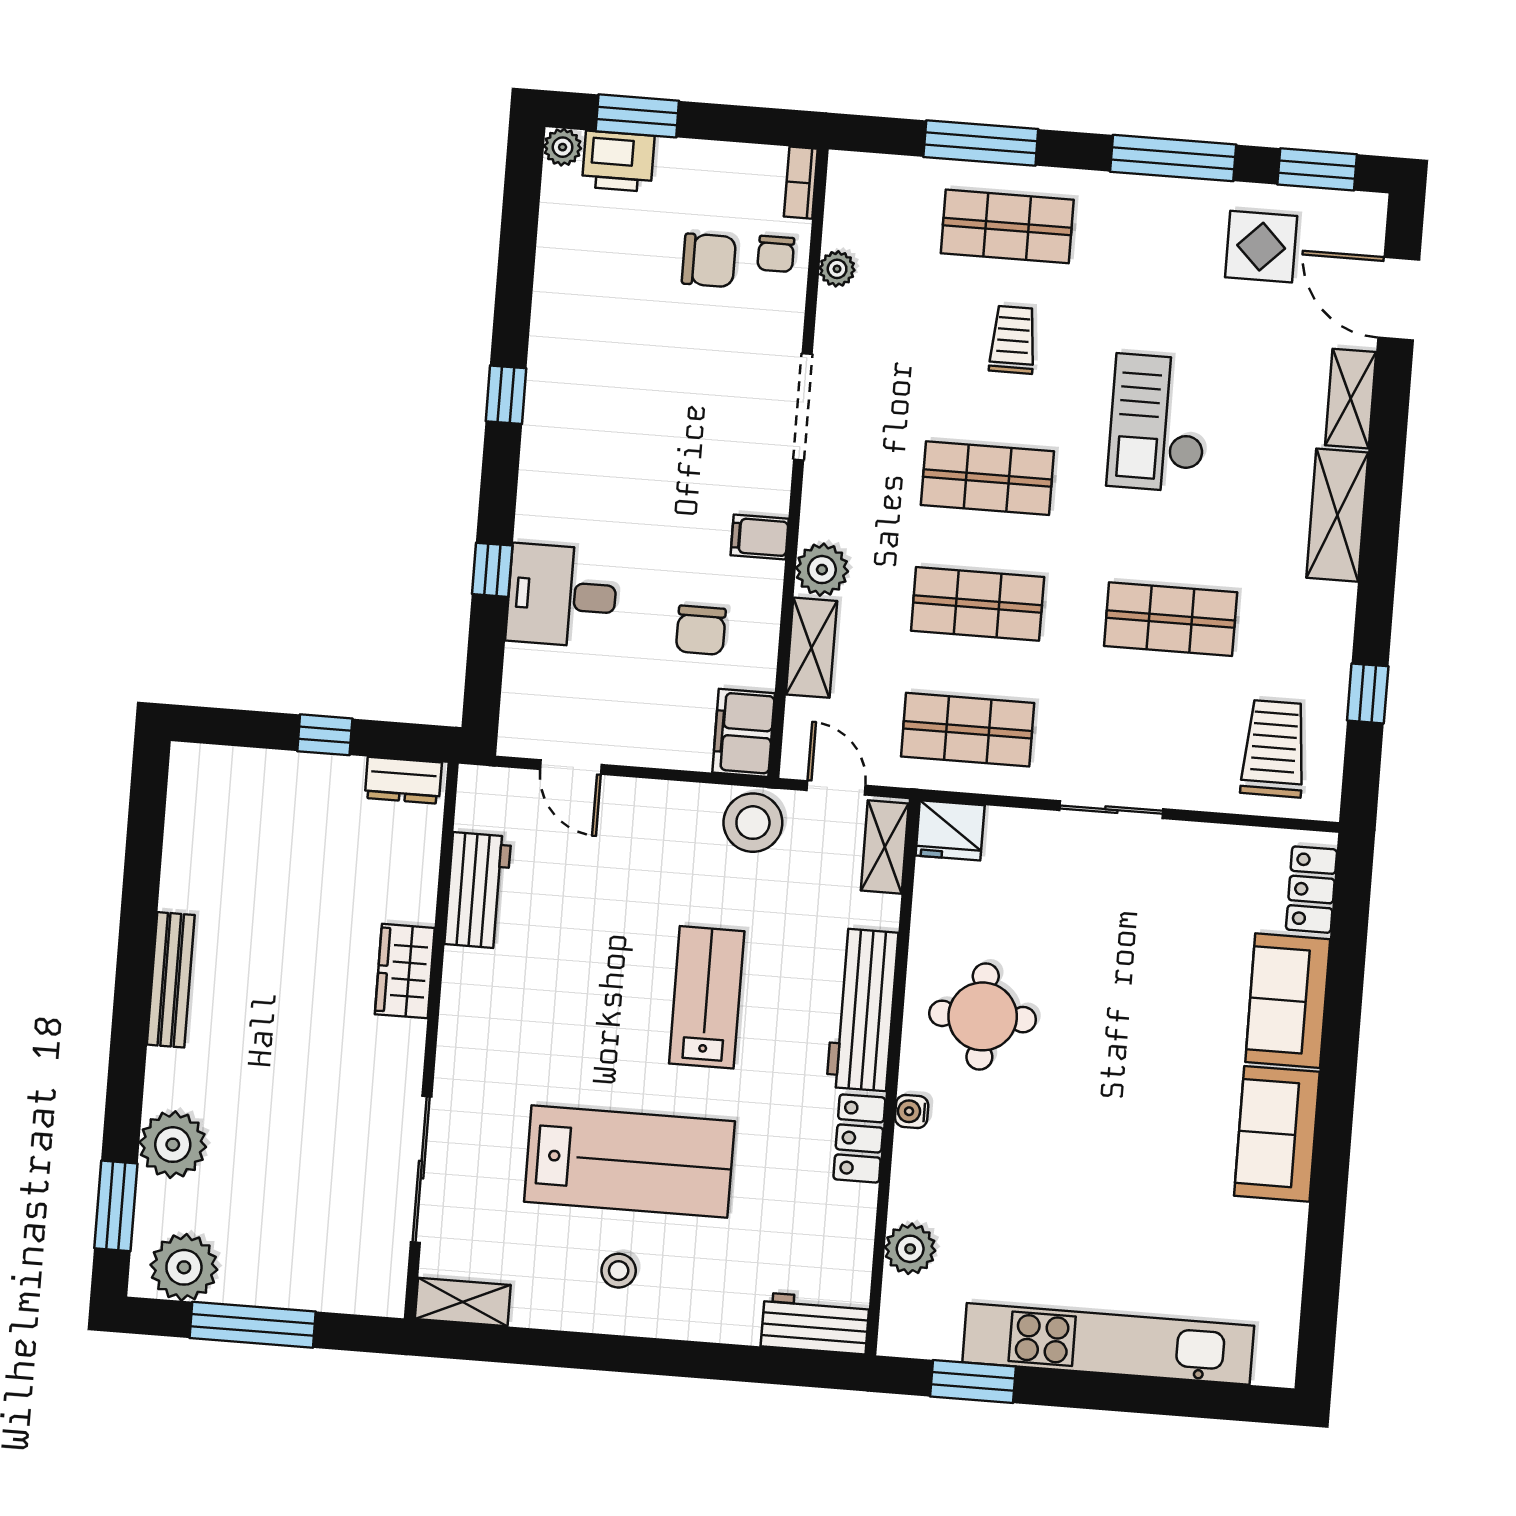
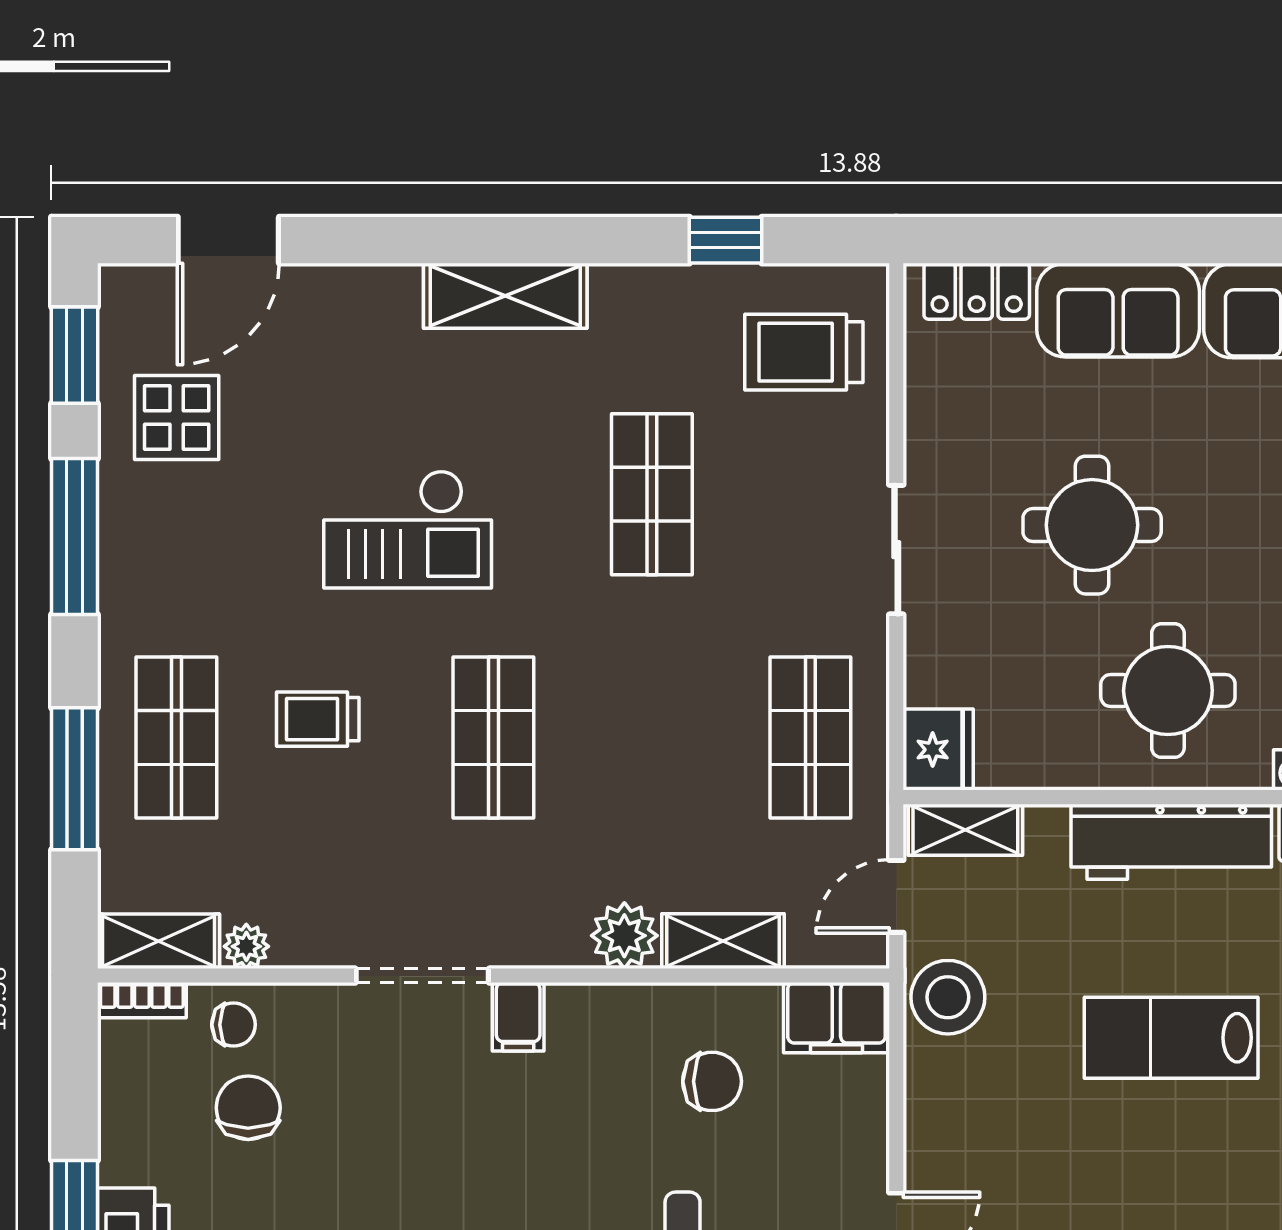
shelving: (1351, 399) -> (159, 941), moved
filing cabinet: (760, 537) -> (518, 1017), moved
shop shelf: (978, 604) -> (652, 737), removed
round table: (1119, 967) -> (1092, 525), added

